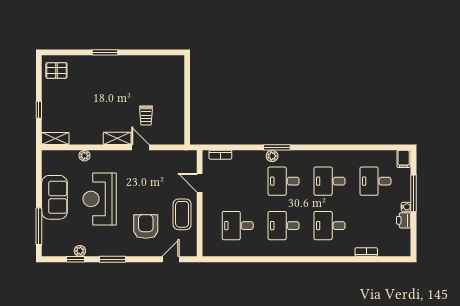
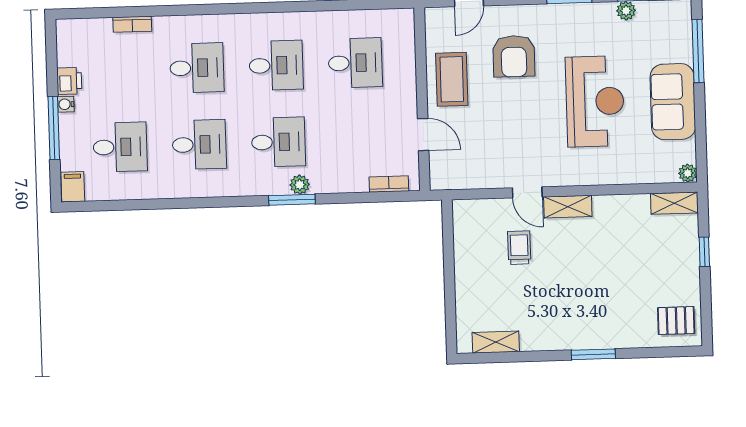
shelving: (161, 61) -> (496, 342), added
plant: (84, 156) -> (688, 173), moved

